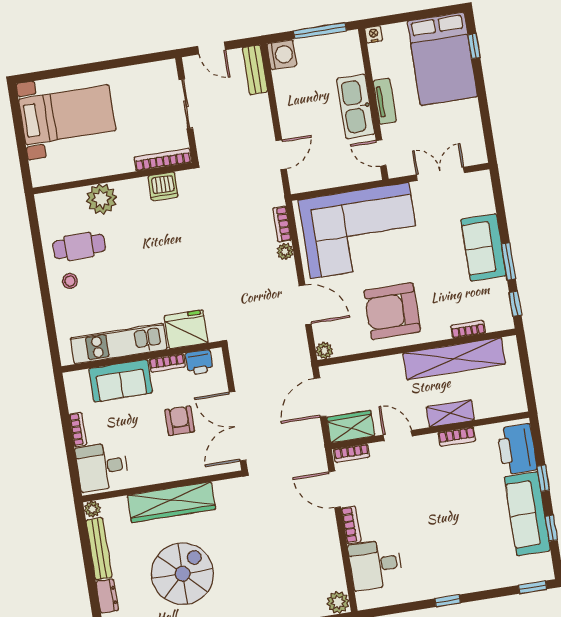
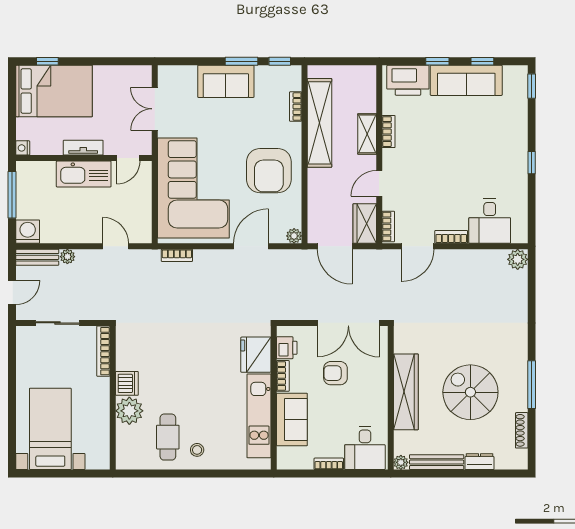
dishwasher: (163, 186) -> (127, 383), moved
plant: (285, 251) -> (67, 257), moved

